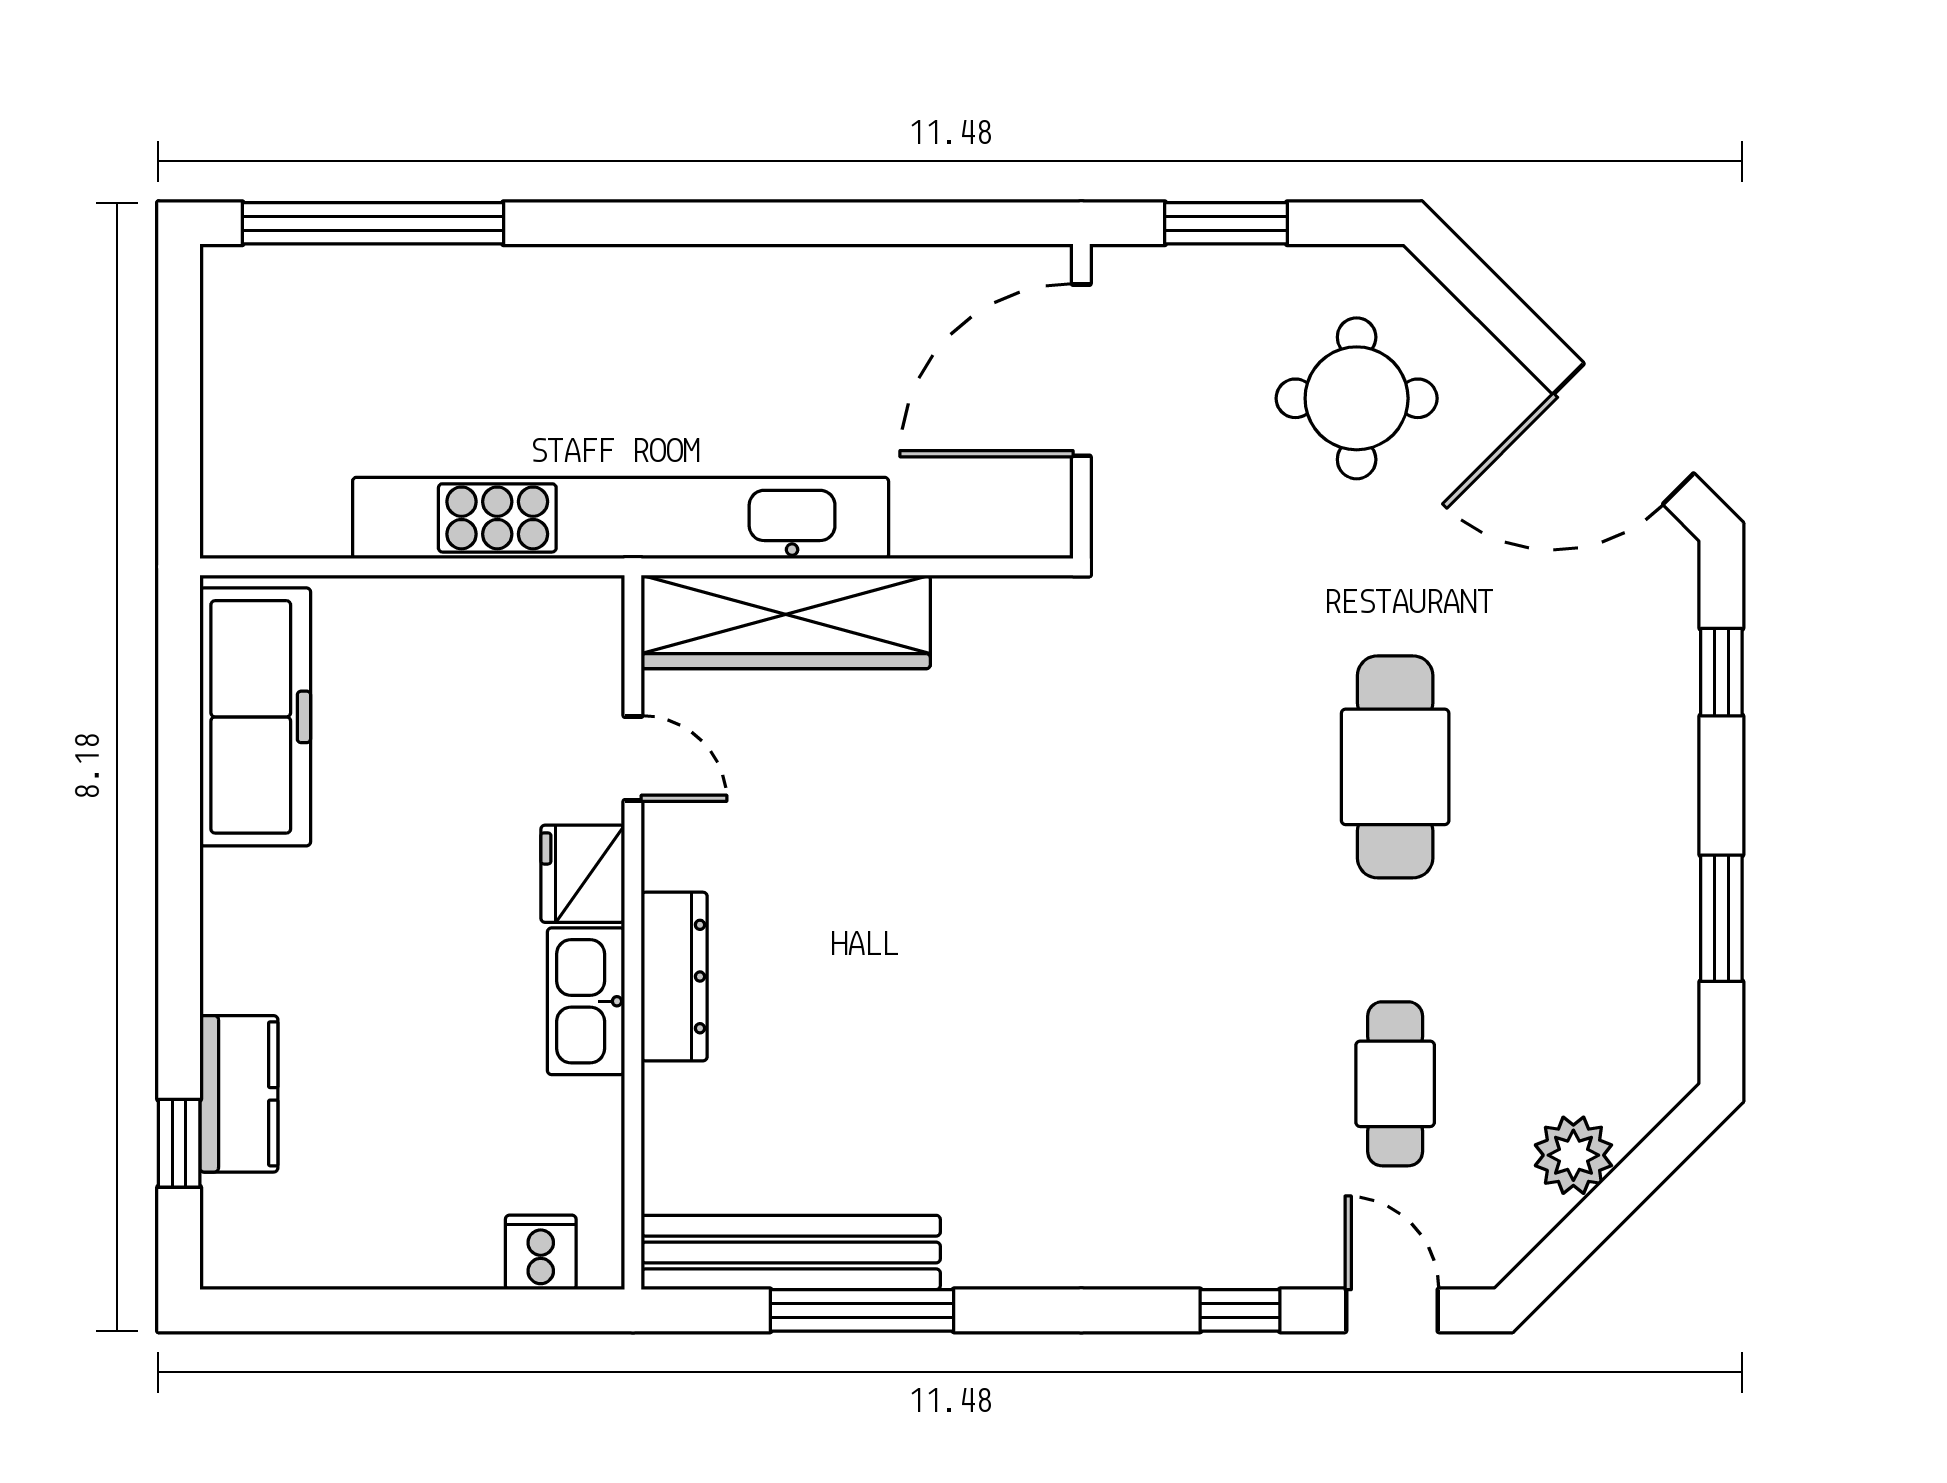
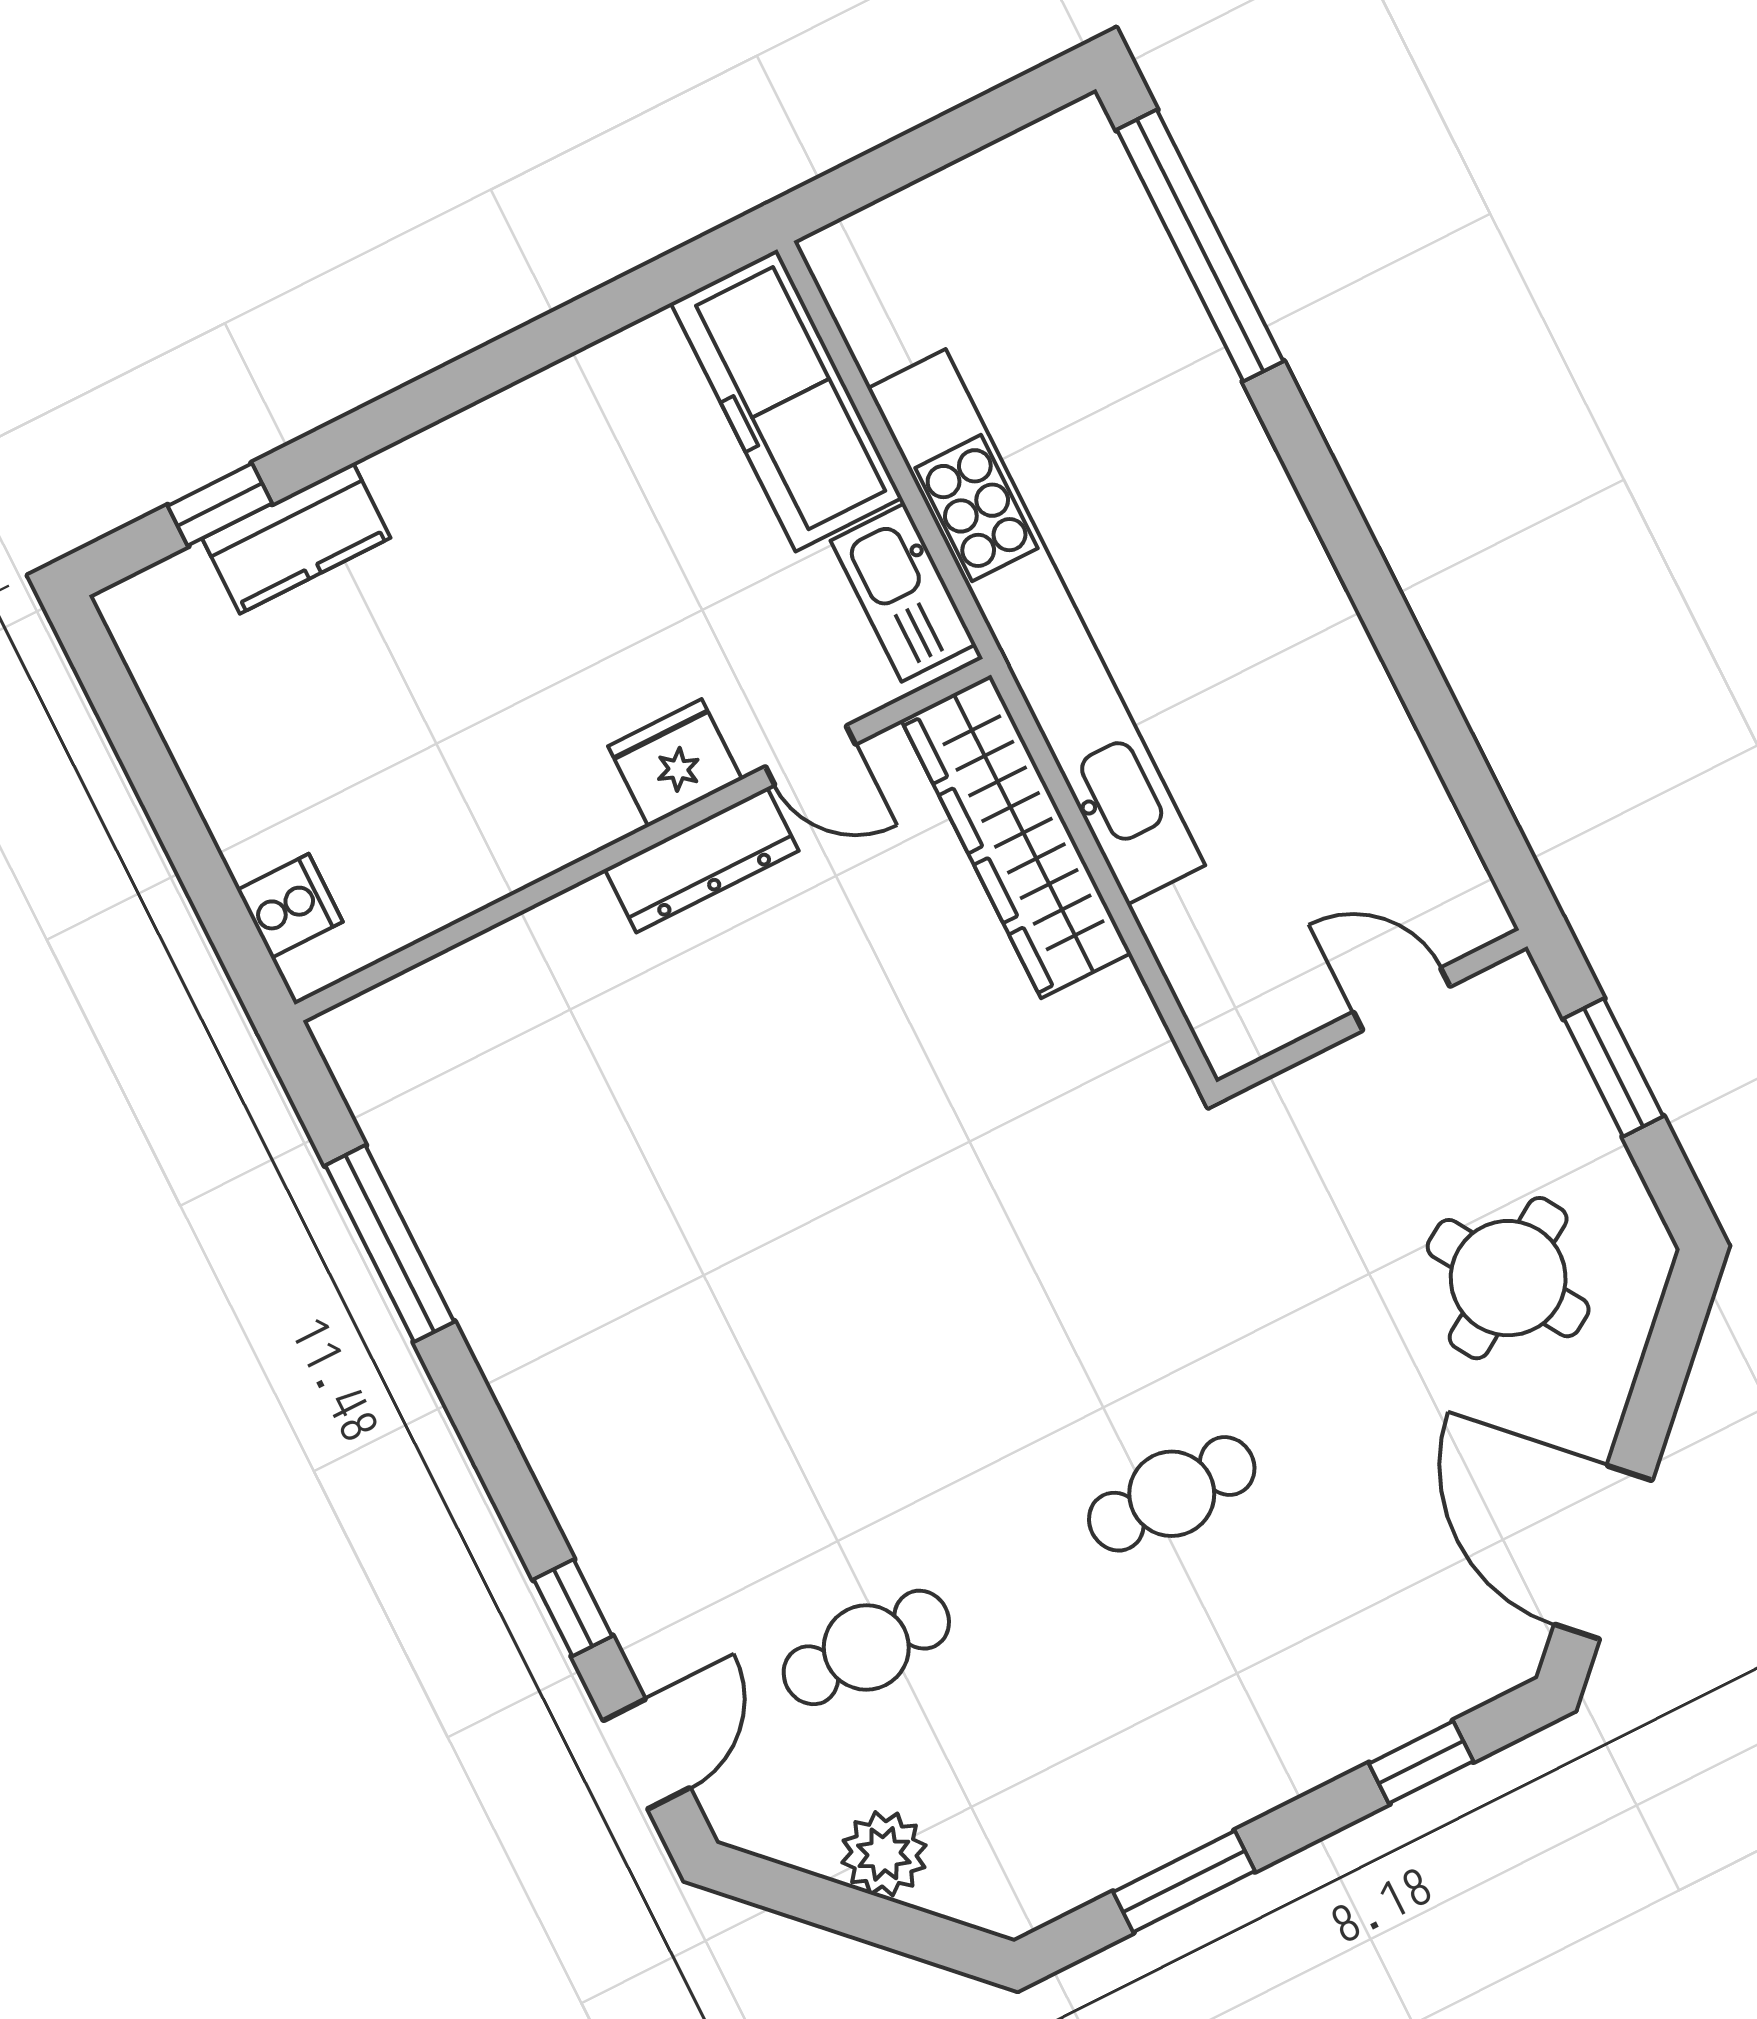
door: (1081, 370) -> (1402, 999), width x0.53
round table: (1357, 398) -> (1508, 1278), turned -32
freezer: (255, 717) -> (786, 400), moved, turned 90
door: (633, 759) -> (810, 755), hinge flipped
cafe table: (1395, 767) -> (1172, 1494), width x0.73, depth x0.74
dresser: (674, 977) -> (702, 860), moved
kitchen sink: (586, 1001) -> (903, 593), moved, turned -90
bench: (791, 1252) -> (411, 1147), removed

